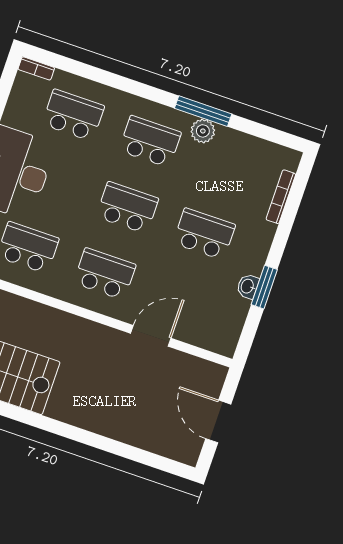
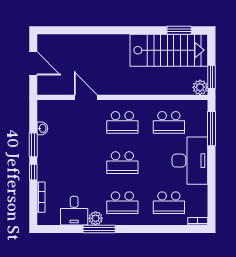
desk: (234, 155) -> (74, 211), added
school desk: (204, 234) -> (76, 163), removed
window: (280, 242) -> (33, 172), added
washbasin: (248, 286) -> (42, 128), moved
door: (151, 336) -> (86, 97), swing flipped

